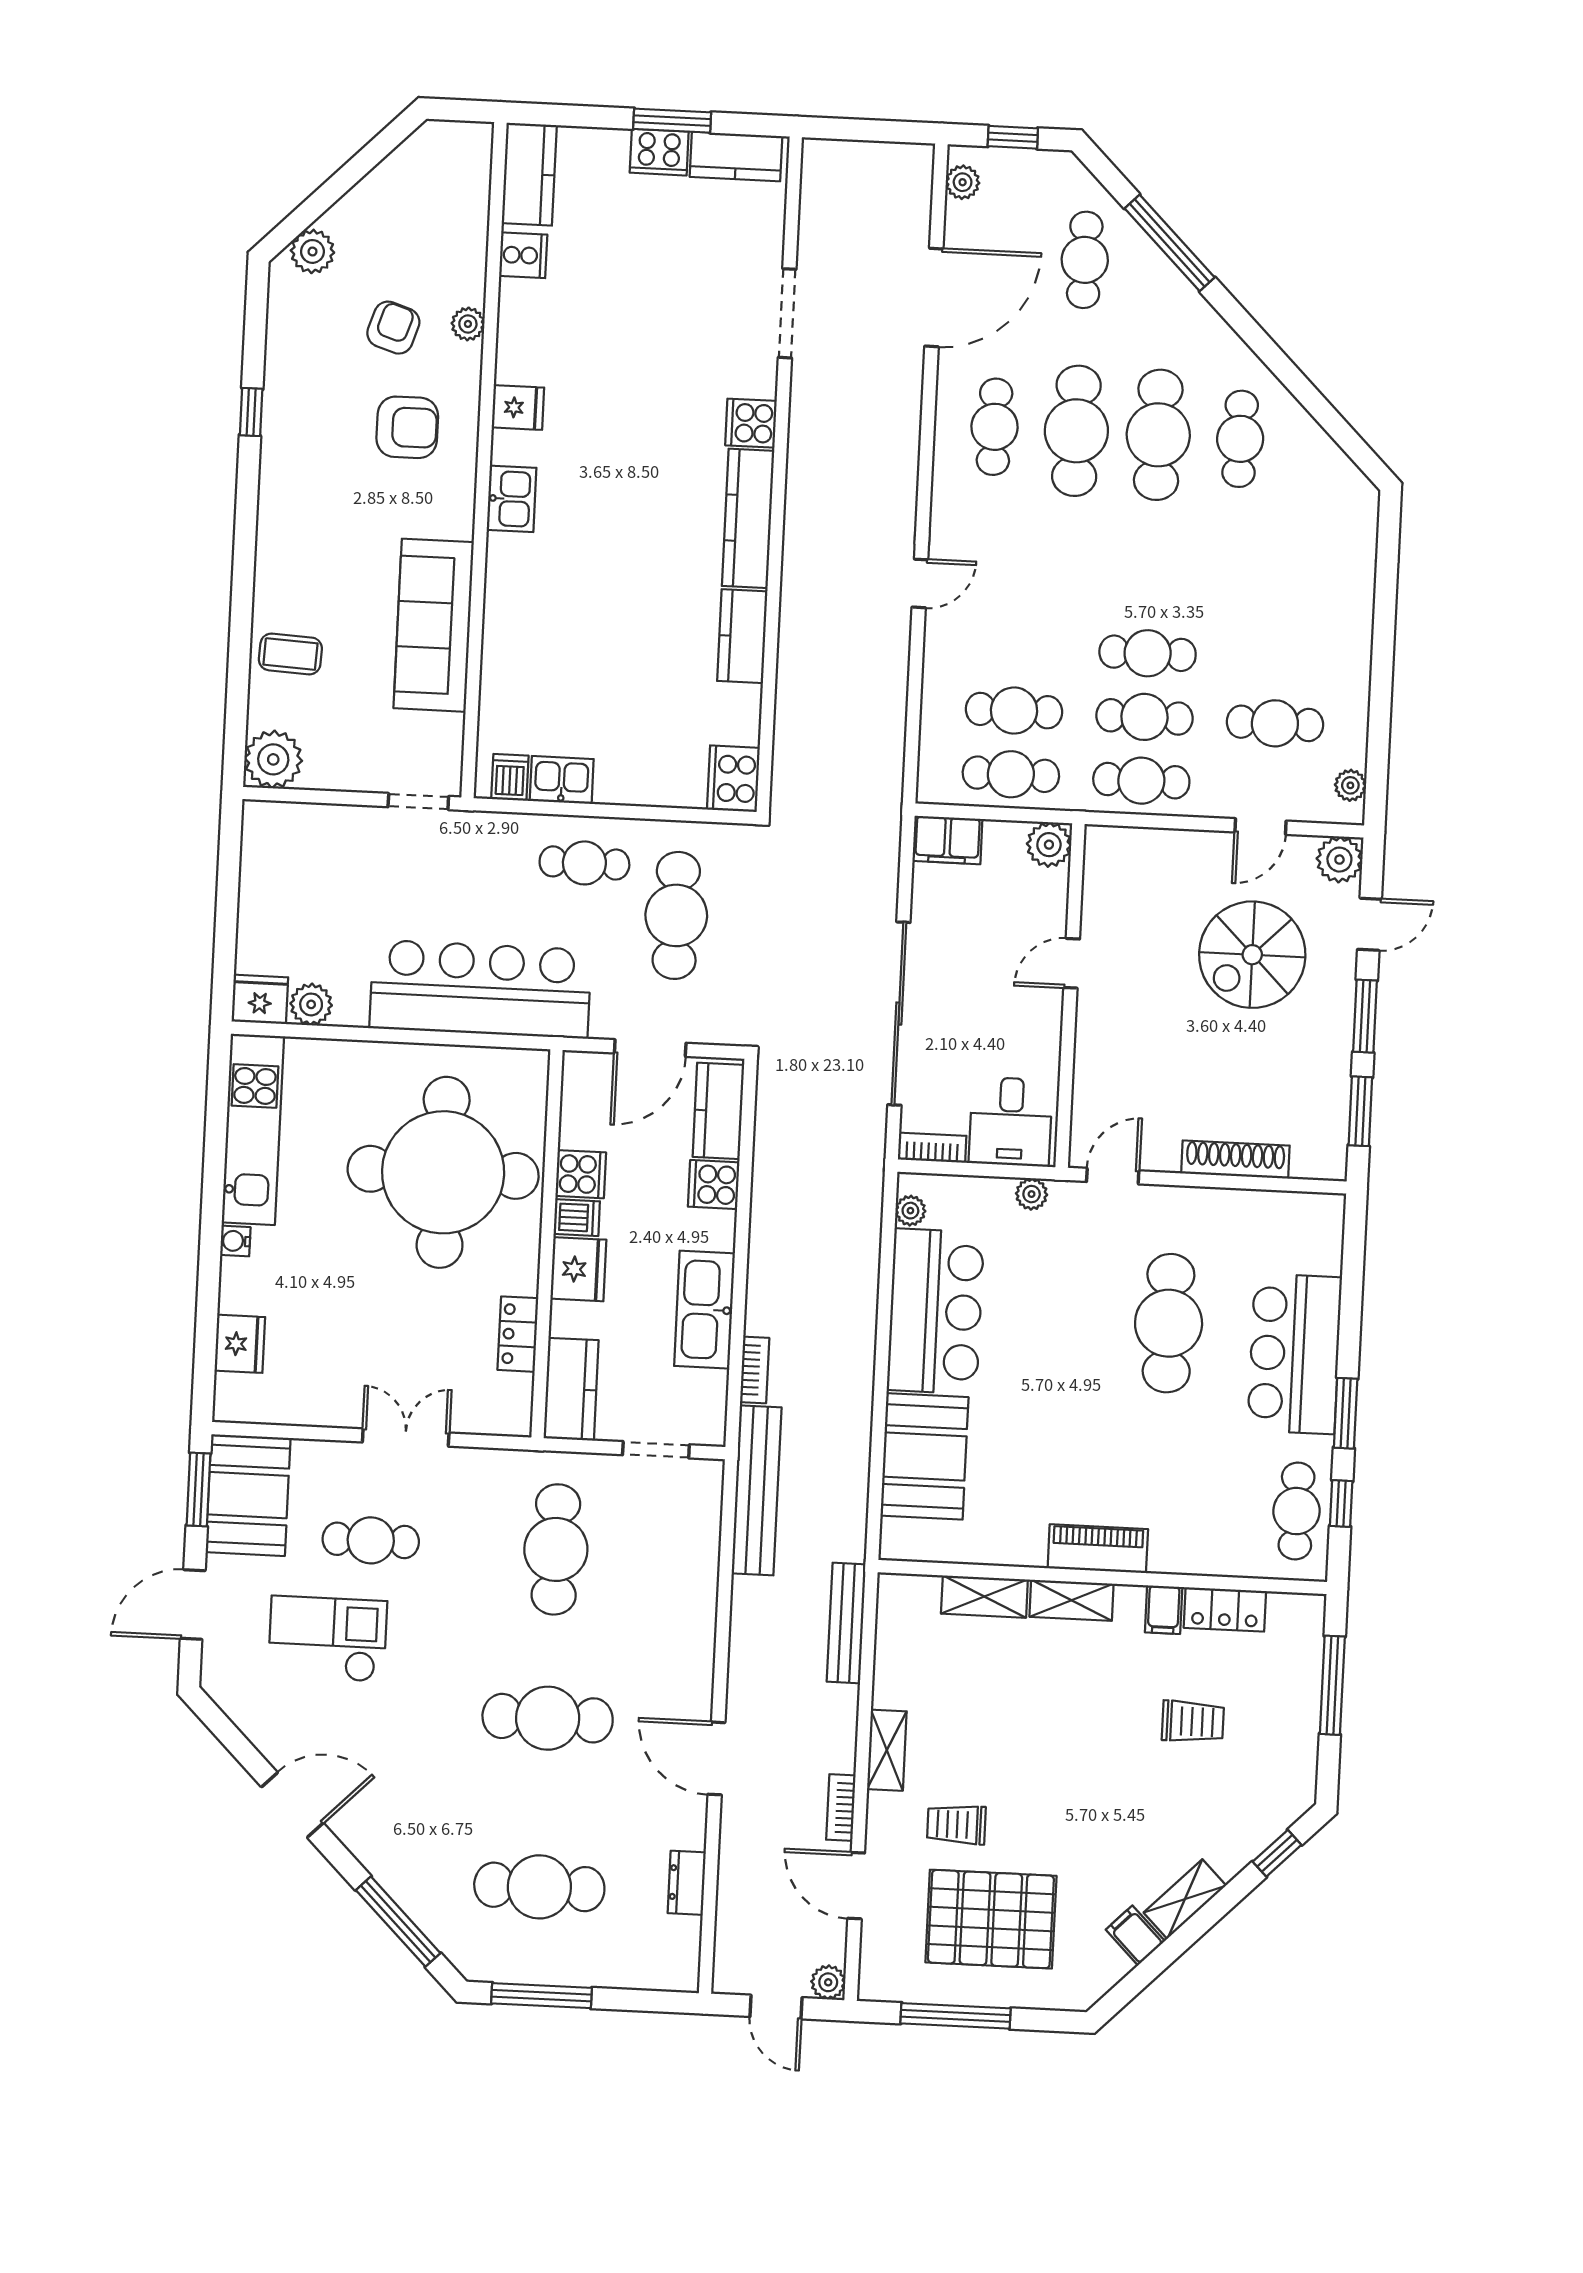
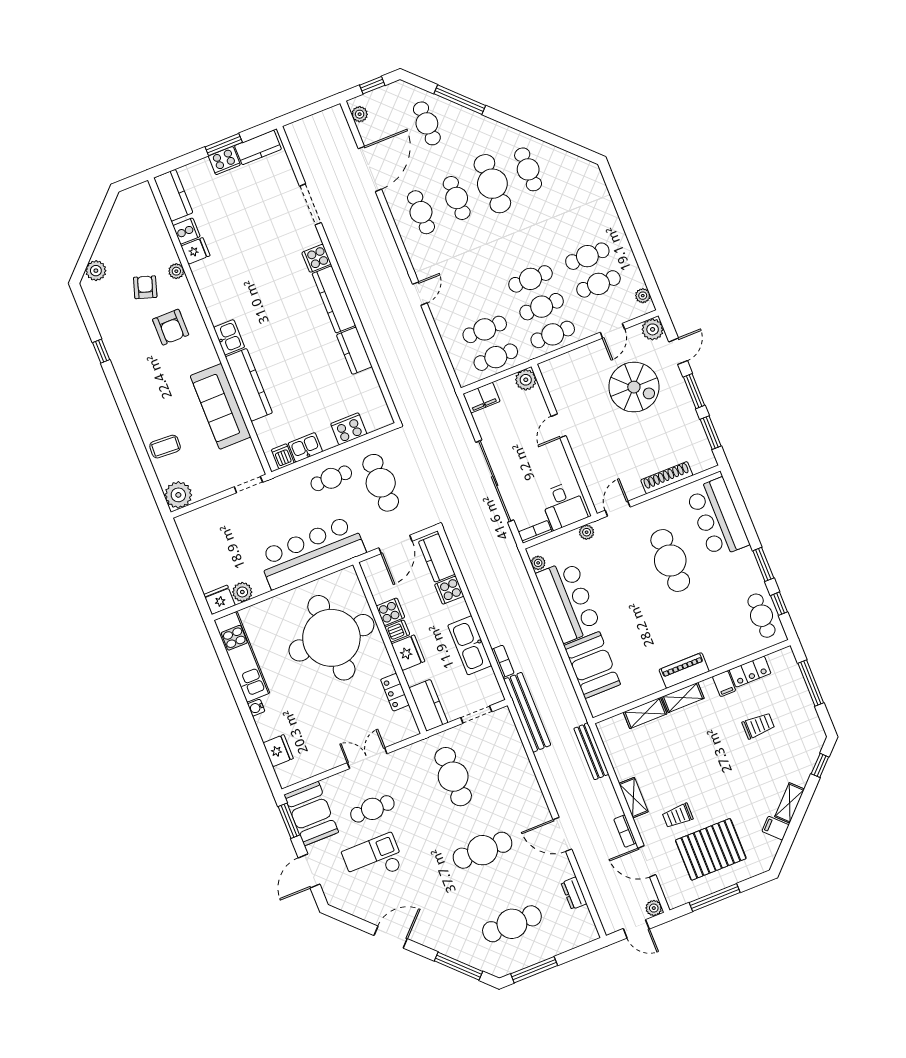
fridge: (518, 408) -> (195, 251), moved
armchair: (407, 427) -> (171, 327), turned 90
cafe table: (1076, 431) -> (457, 198), width x0.73, depth x0.74
kitchen counter: (508, 609) -> (249, 385), added
cafe table: (1278, 660) -> (587, 256), added
cooker: (733, 779) -> (349, 429), moved, turned 90
spiral stairs: (1252, 955) -> (634, 387), turned -90
bar counter: (1295, 1354) -> (718, 518), moved

